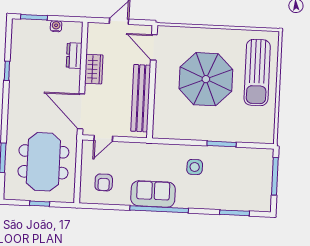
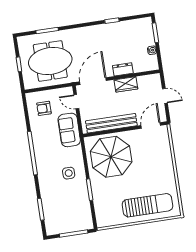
dresser: (74, 56) -> (123, 69), moved
sun lounger: (257, 73) -> (147, 205), turned 180
parasol: (206, 79) -> (111, 157), moved
sofa: (153, 194) -> (69, 130), moved, turned 180

